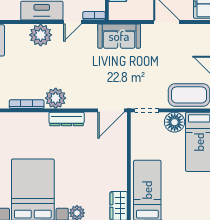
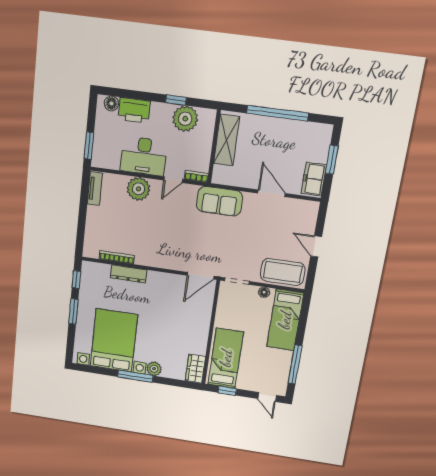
plant: (56, 98) -> (146, 256), removed
dresser: (67, 119) -> (129, 274), moved
floor lamp: (175, 122) -> (264, 292), width x0.53, depth x0.53

